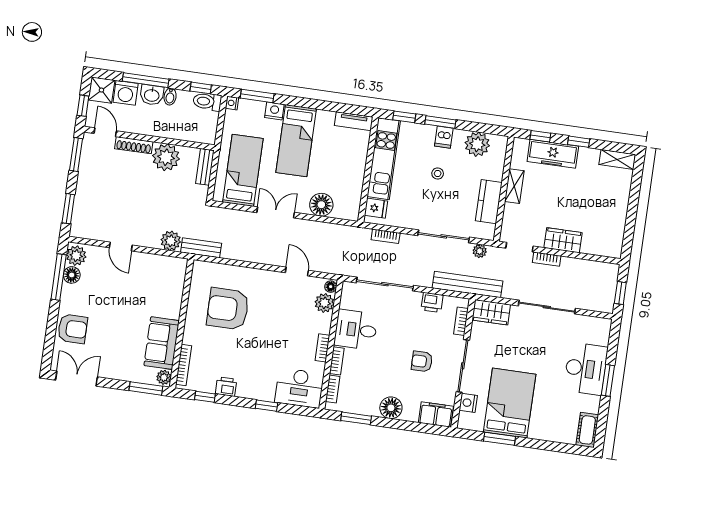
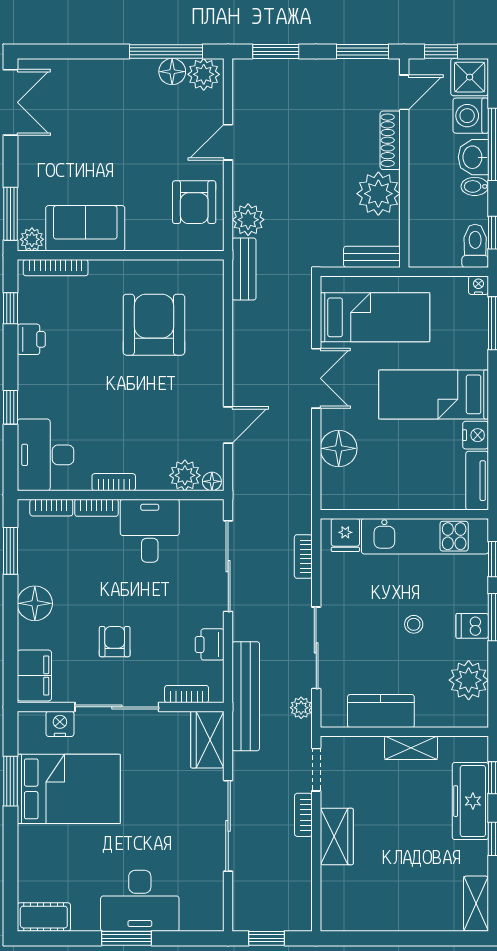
nightstand: (274, 111) -> (476, 435), moved
armchair: (73, 329) -> (194, 202), moved

